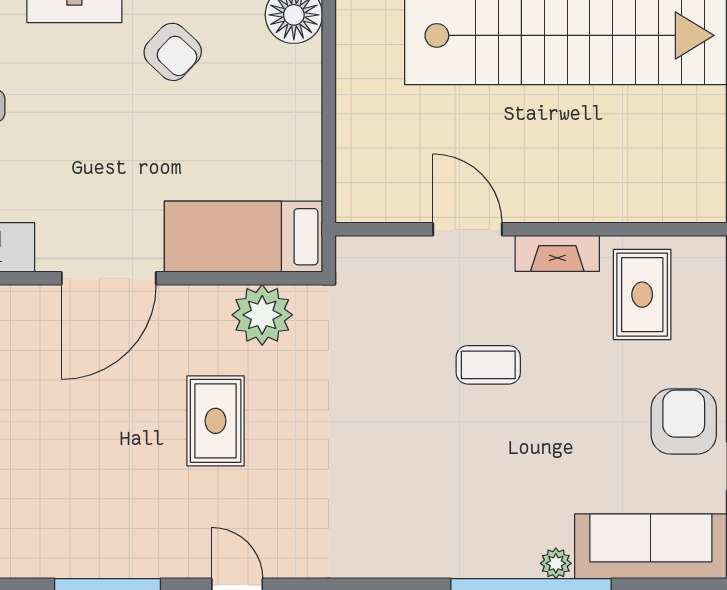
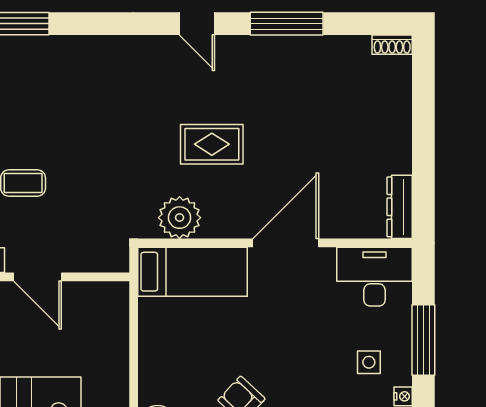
rug: (216, 421) -> (212, 144), turned 90

